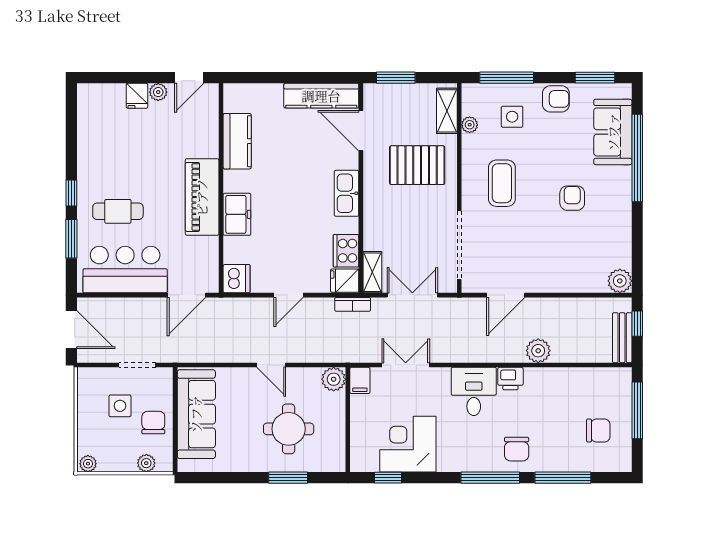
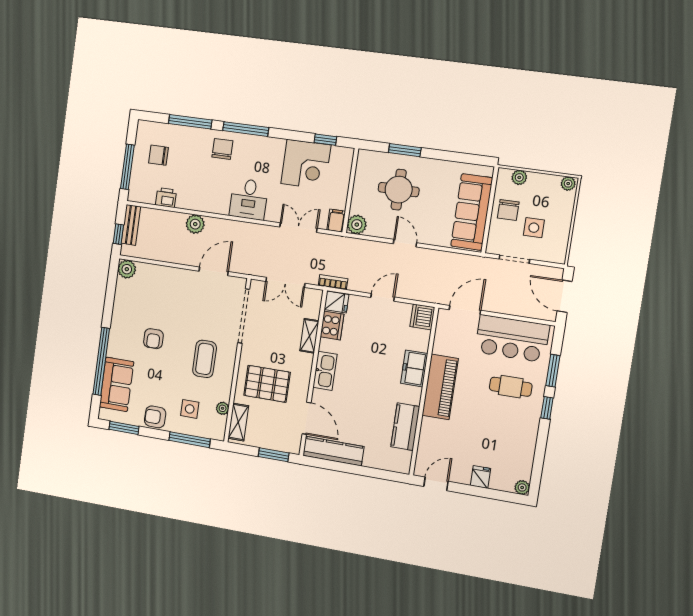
plant: (158, 92) -> (522, 487), moved
shelving: (372, 272) -> (309, 336), moved
double door: (406, 365) -> (298, 228), swing flipped
printer: (510, 379) -> (166, 198), moved

